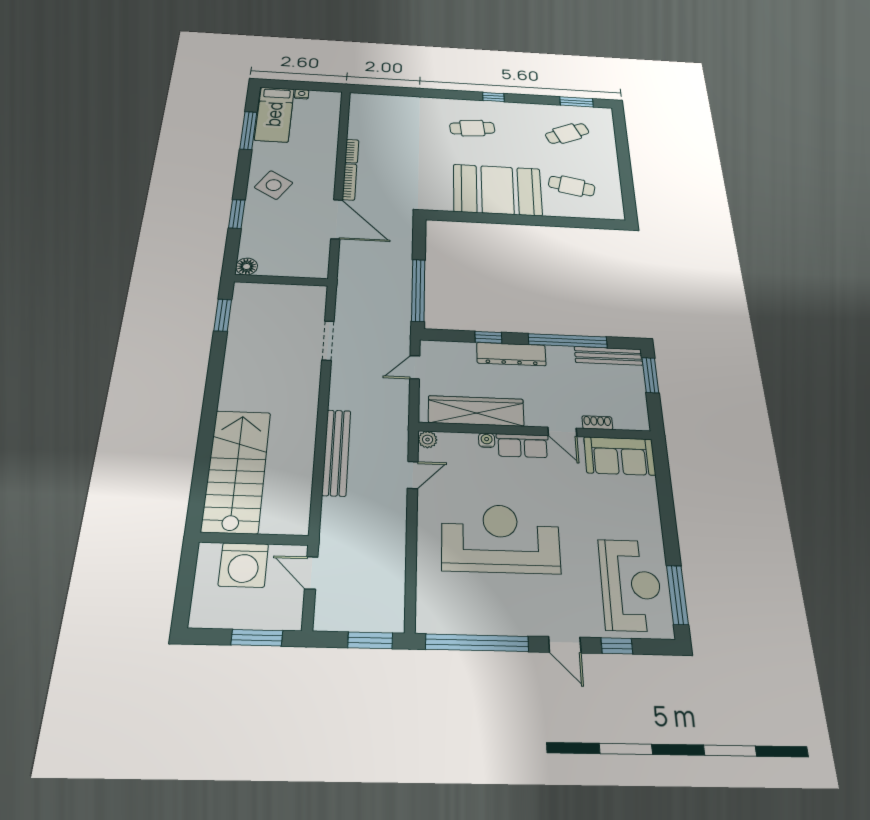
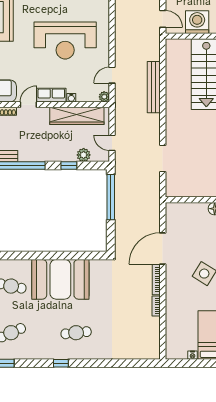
door: (337, 219) -> (163, 248), hinge flipped
plant: (464, 351) -> (84, 155), added
dresser: (511, 354) -> (56, 154), removed
door: (415, 367) -> (112, 143), swing flipped
door: (562, 432) -> (28, 105), hinge flipped

